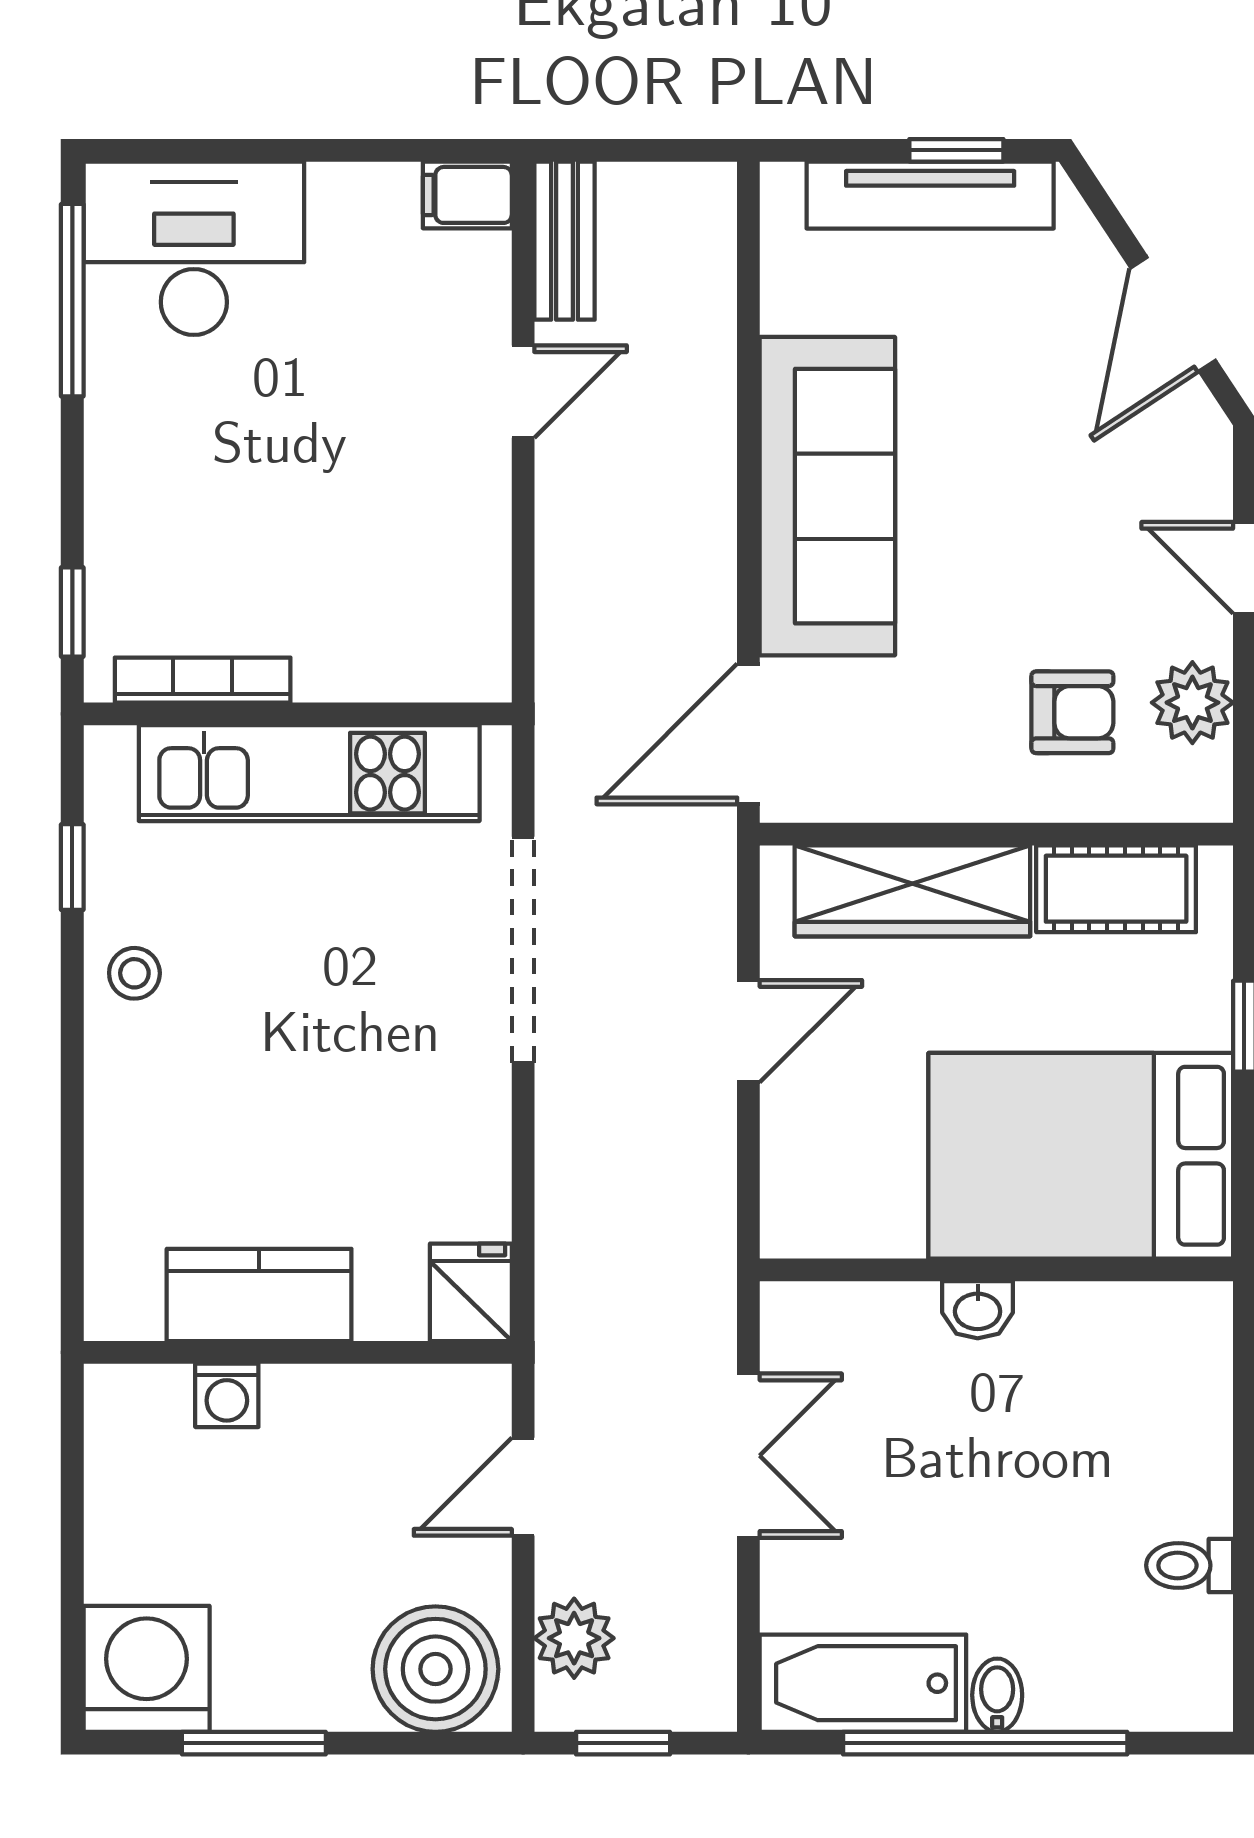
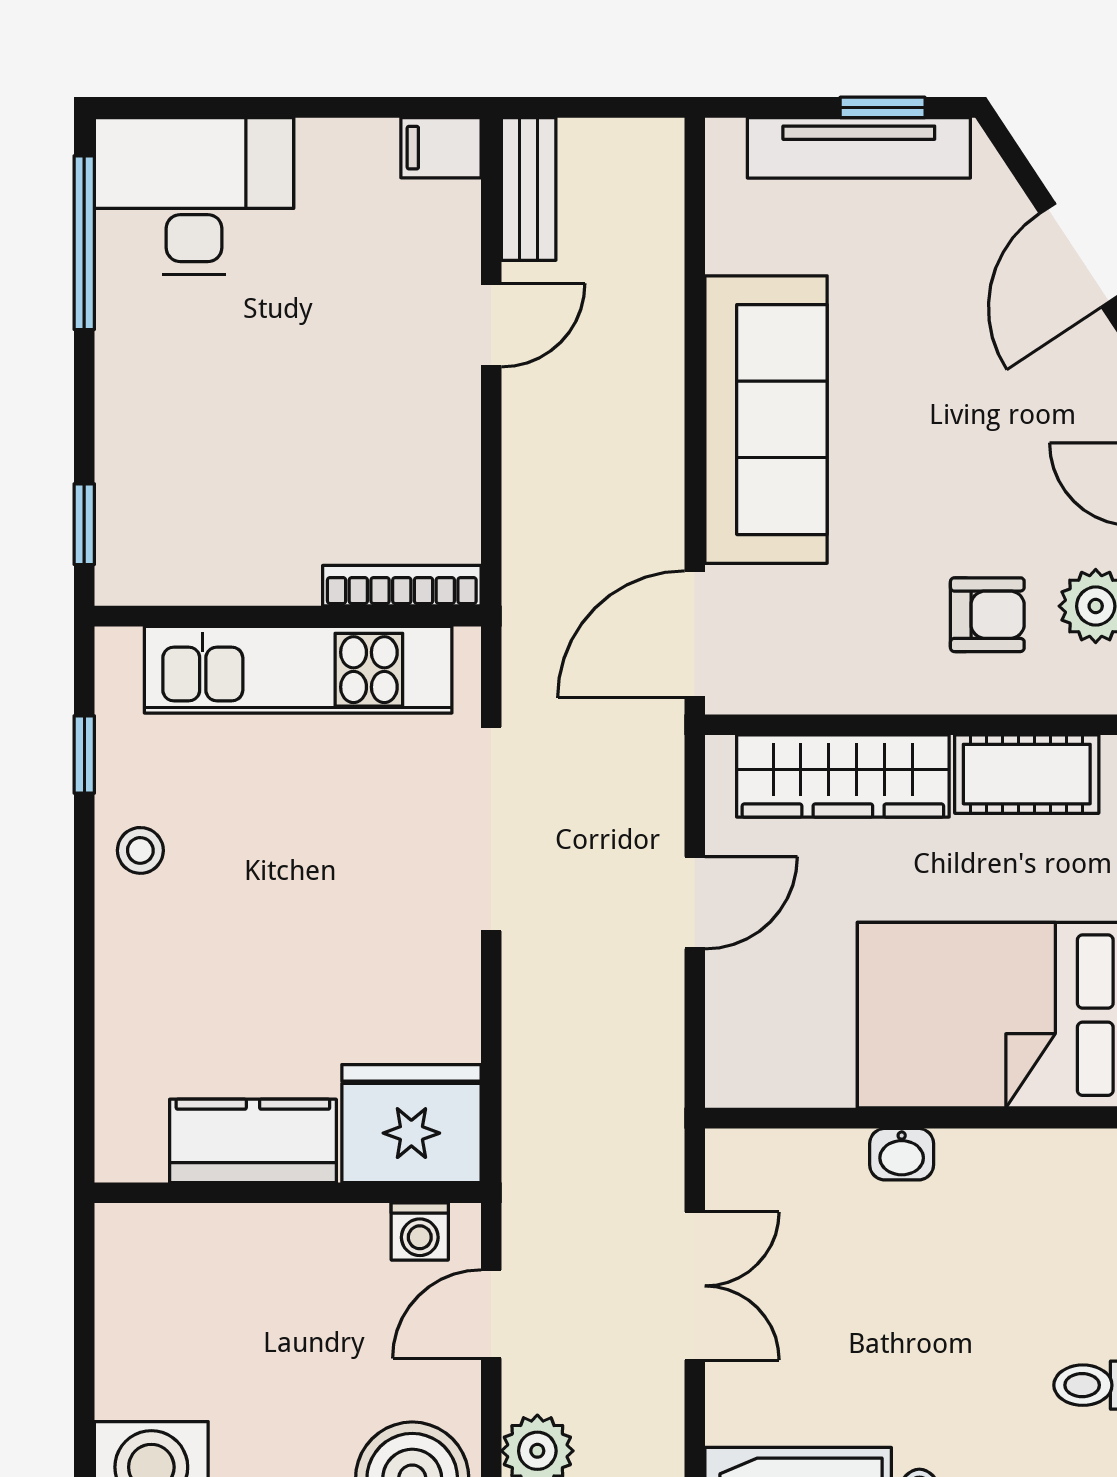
bookcase: (203, 680) -> (402, 586), moved
fridge: (471, 1292) -> (411, 1124), width x1.88, depth x1.34
washing machine: (227, 1395) -> (420, 1232), moved

